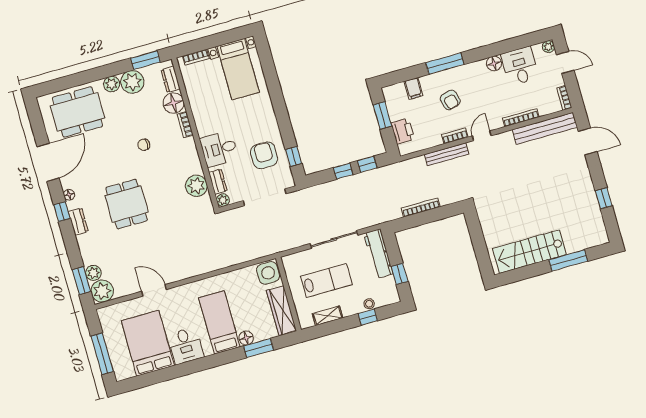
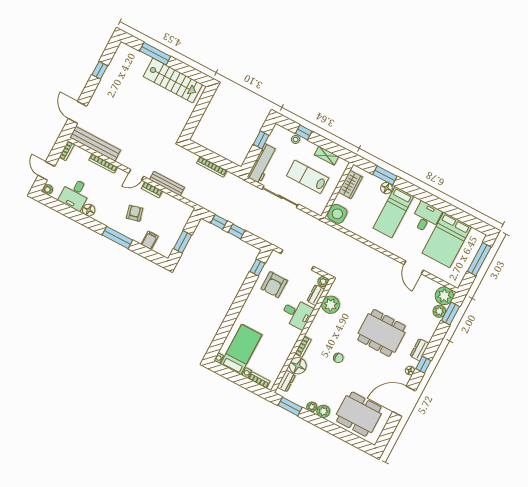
plant: (132, 82) -> (312, 407), width x0.53, depth x0.53
printer: (403, 131) -> (180, 222), removed
dining table: (127, 204) -> (381, 333), width x1.38
wardrobe: (281, 310) -> (350, 185), width x0.67

